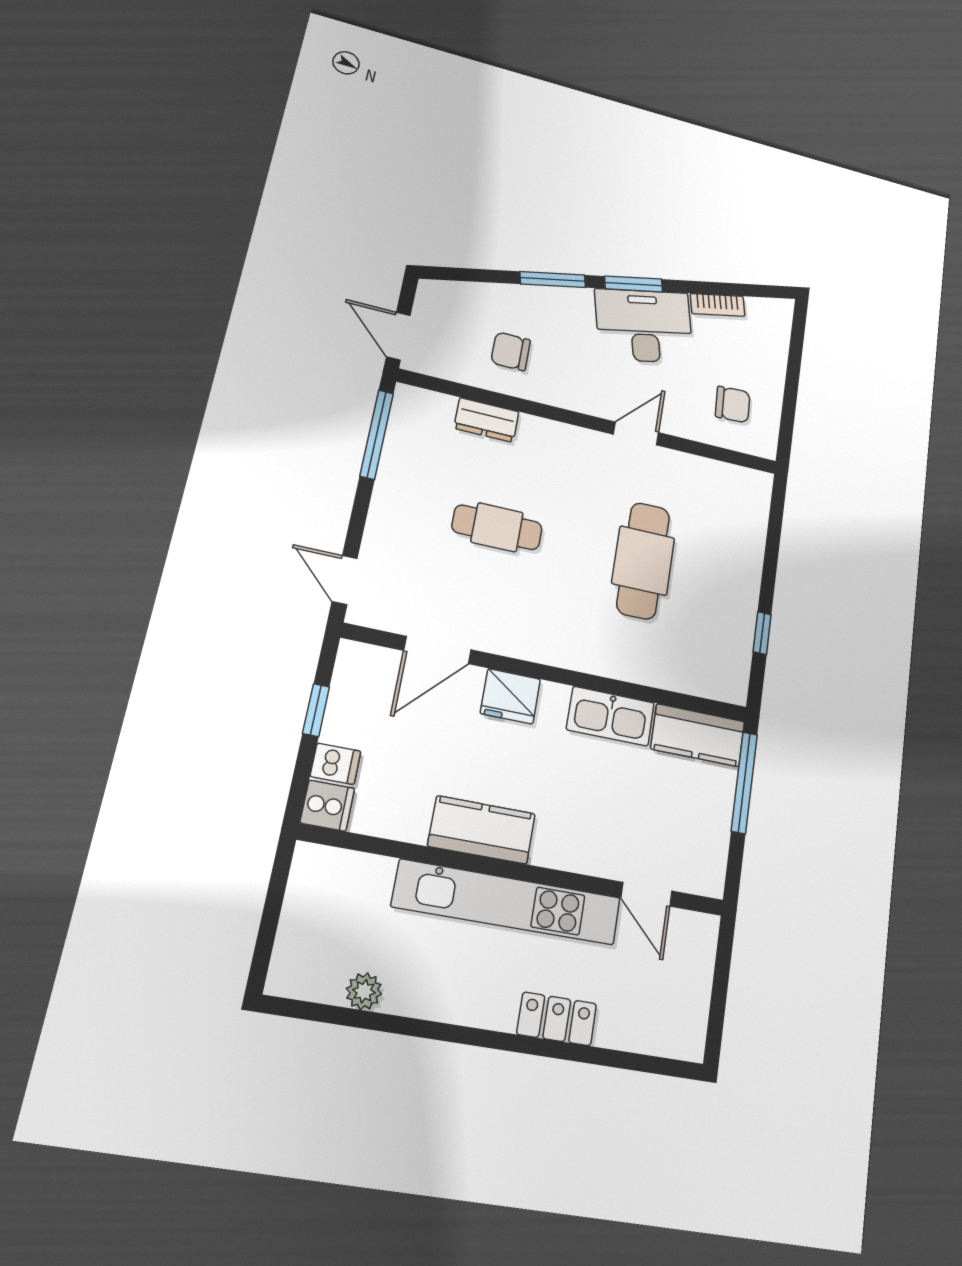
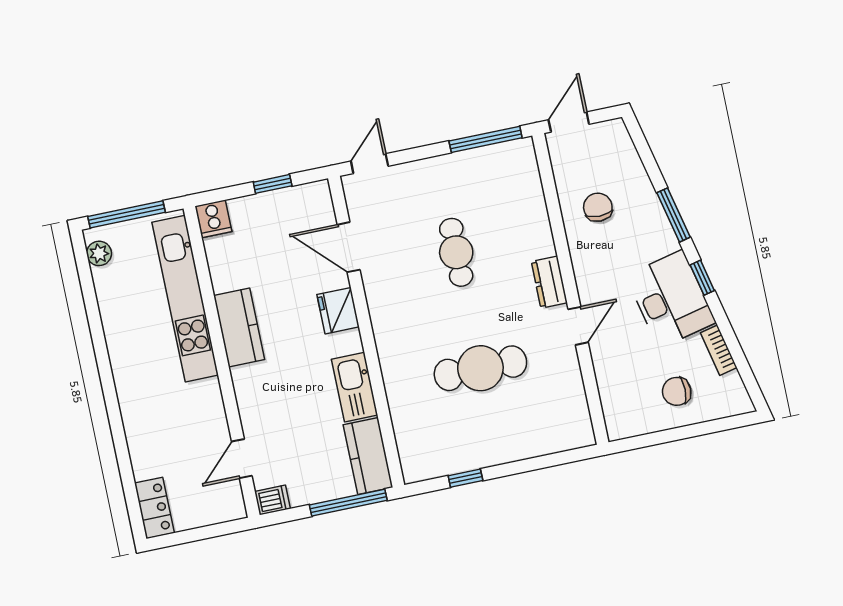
window: (634, 284) -> (702, 278), width x0.67
chair: (733, 404) -> (677, 391), moved, turned 93
dresser: (486, 420) -> (549, 282), moved
door: (636, 433) -> (578, 326), hinge flipped
dishwasher: (336, 764) -> (272, 500), moved, turned -90
kitchen unit: (507, 902) -> (185, 299), moved
window: (269, 922) -> (126, 214), added
plant: (364, 991) -> (99, 253), moved
locker: (557, 1019) -> (154, 508), moved

